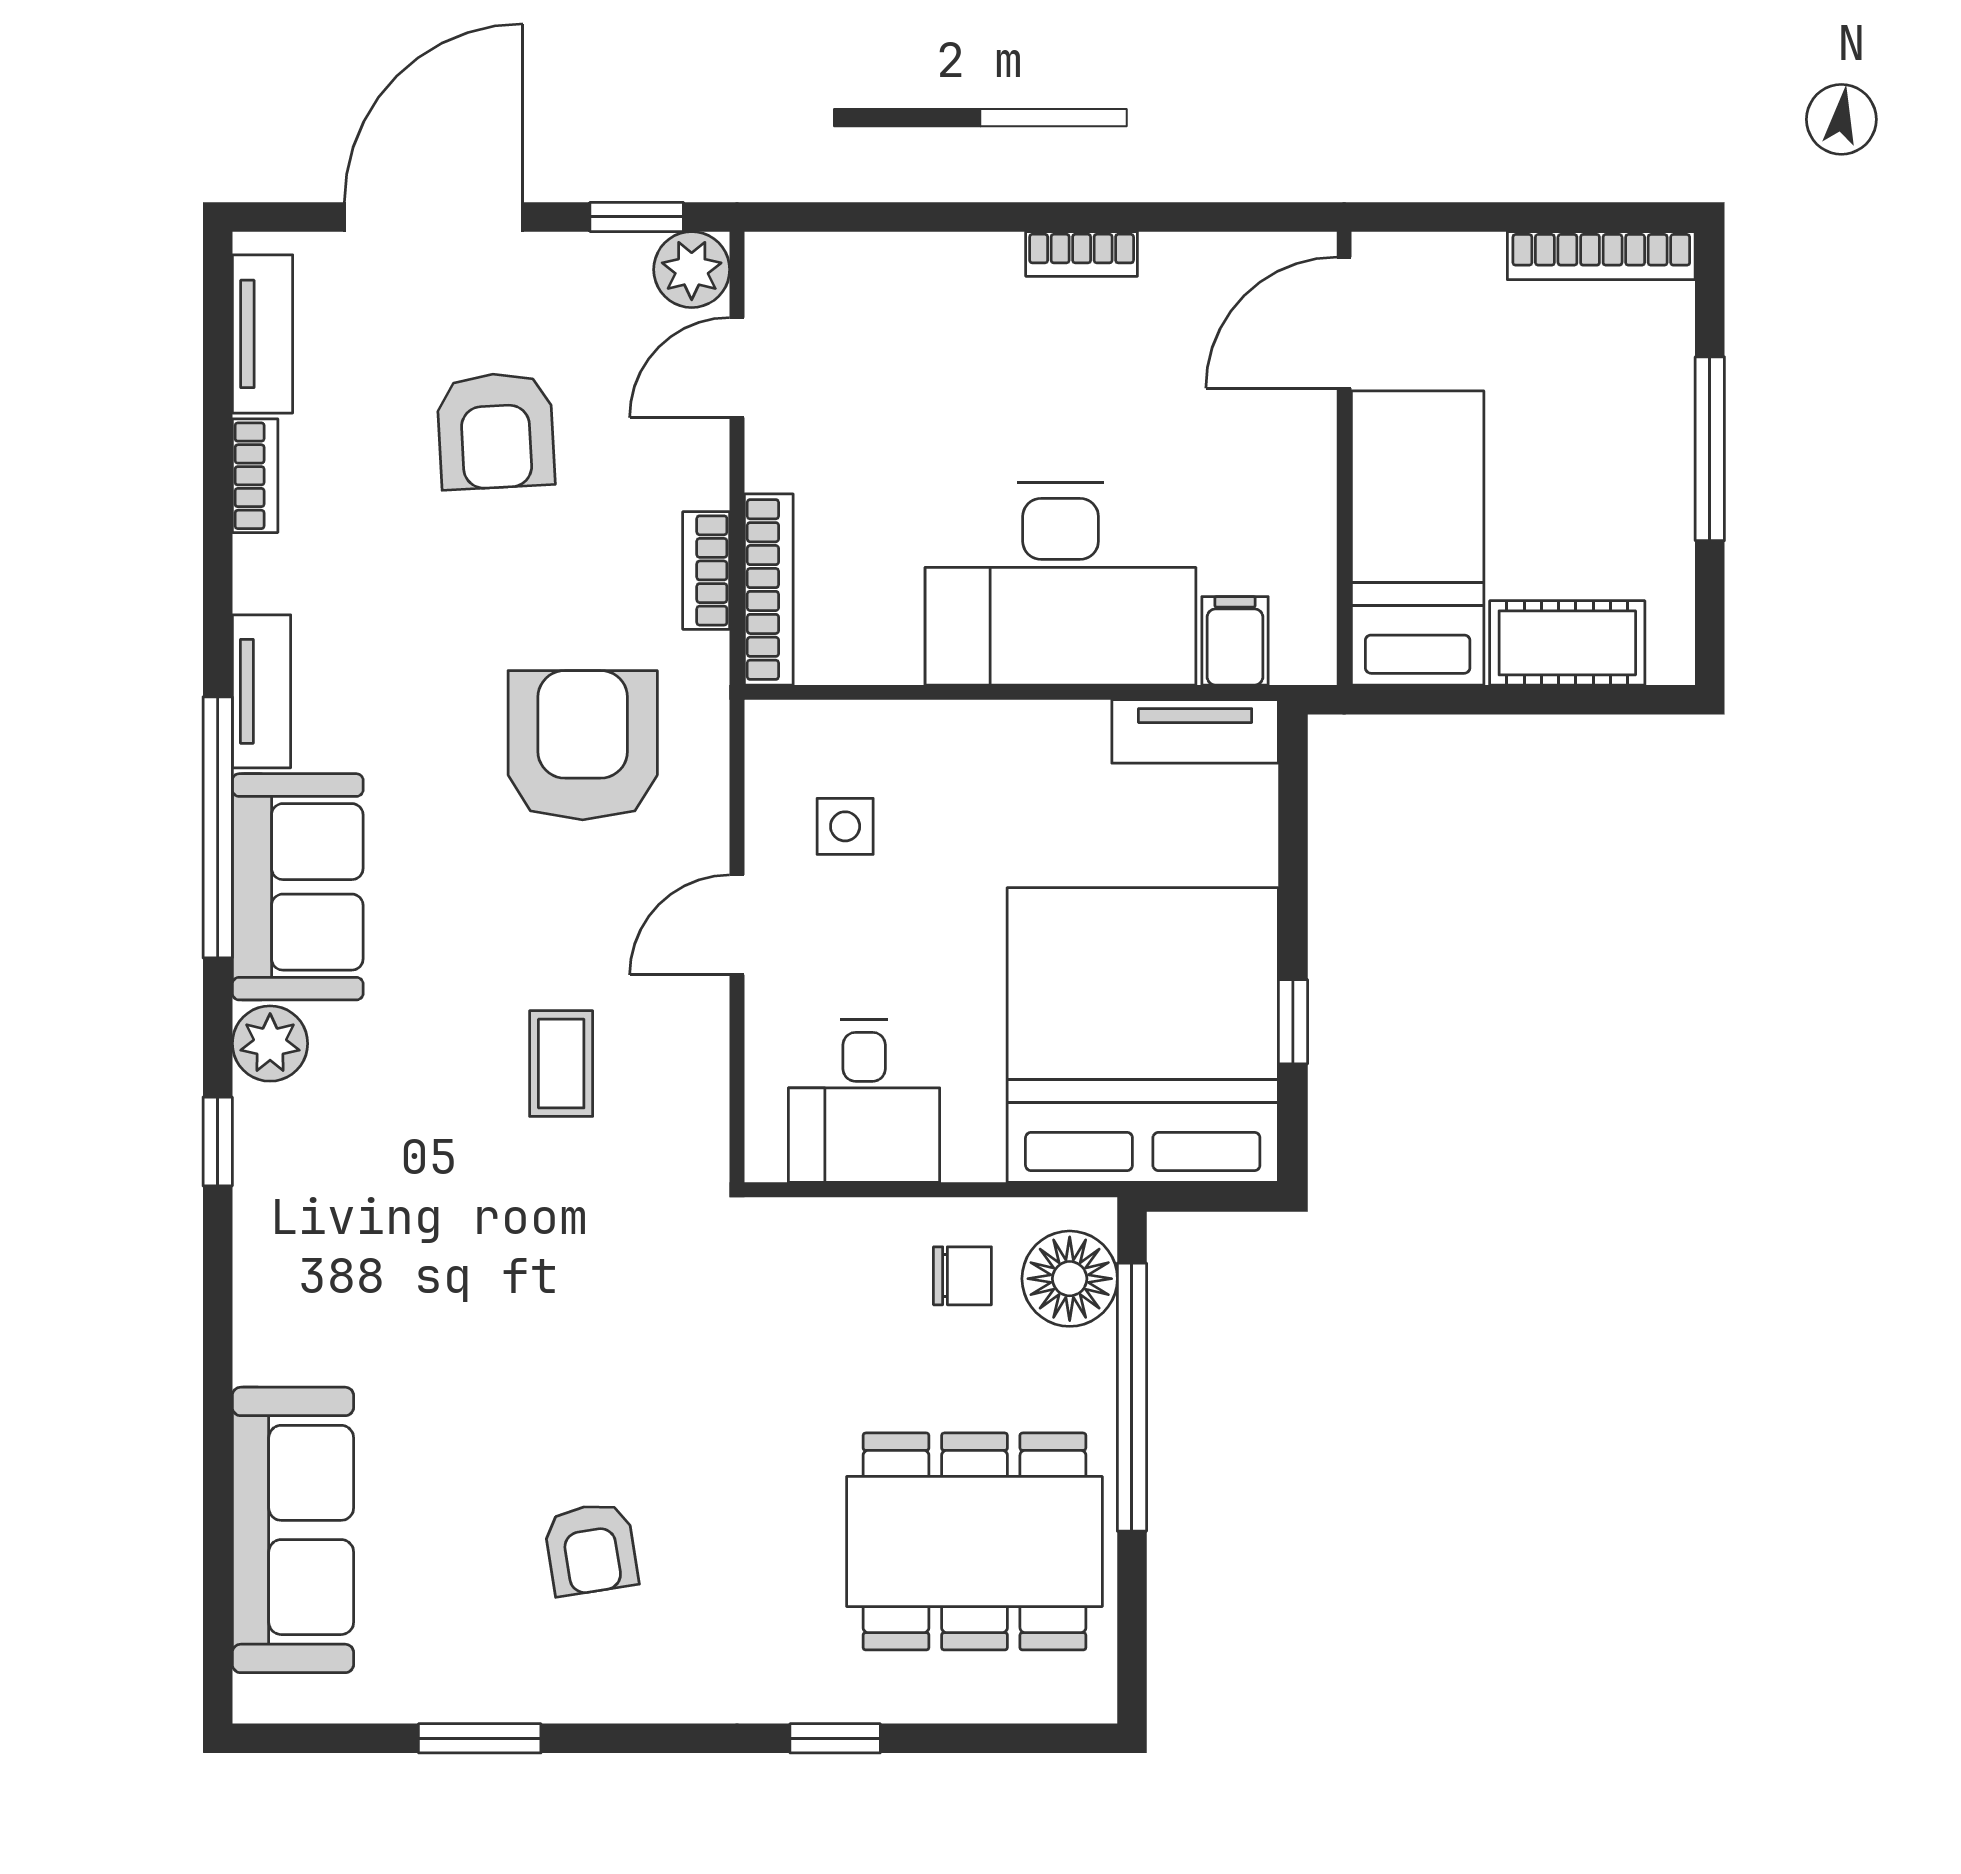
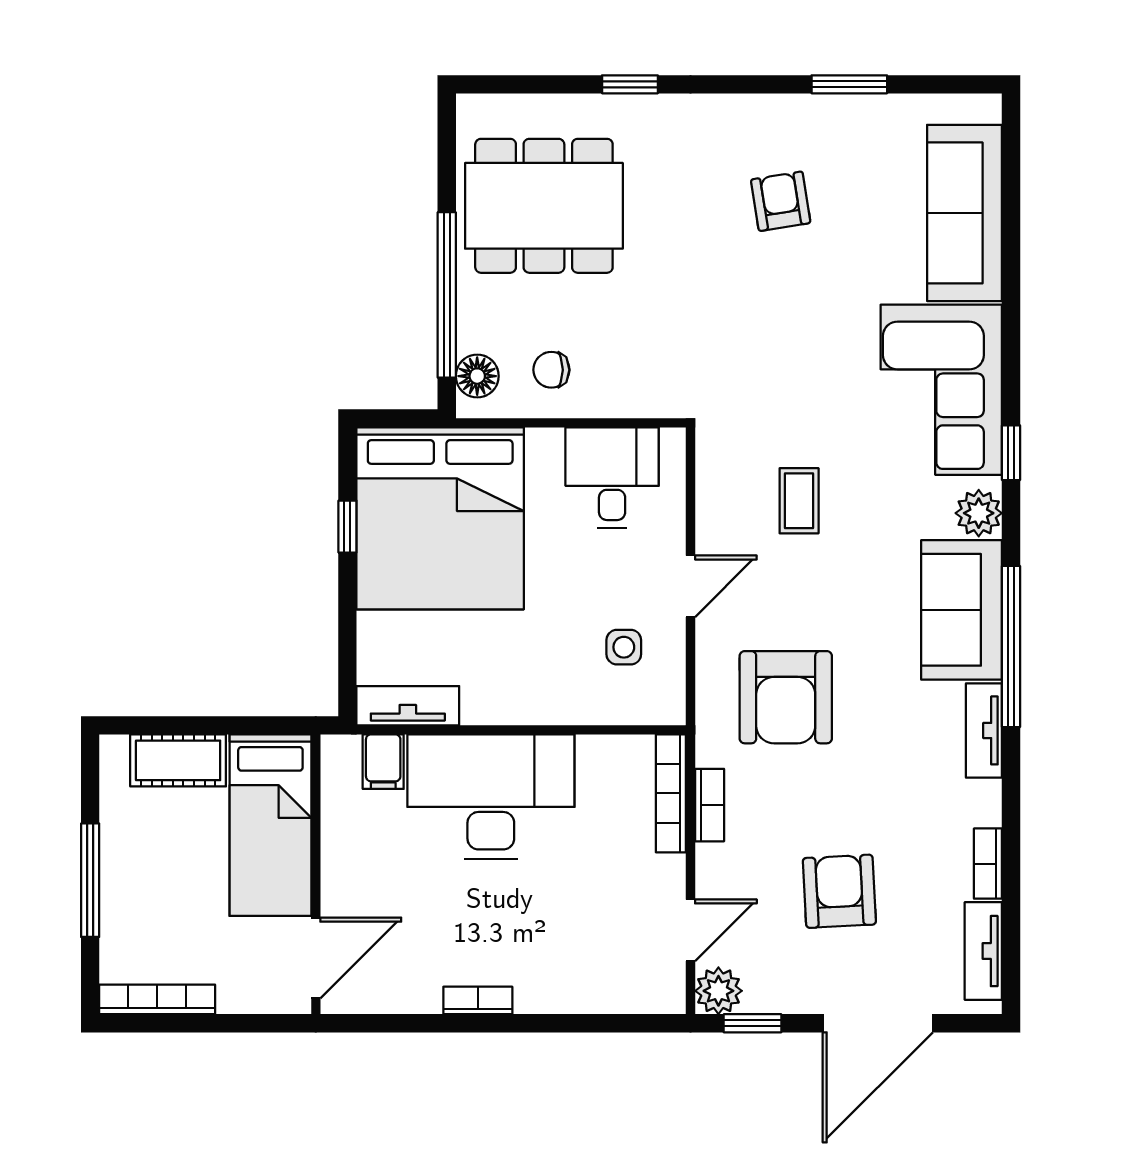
corner sofa: (331, 1243) -> (941, 390), added
floor lamp: (1070, 1279) -> (477, 376), width x0.73, depth x0.73

